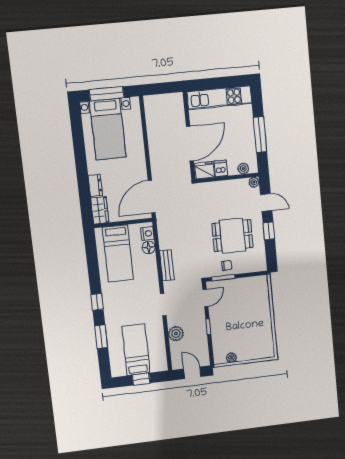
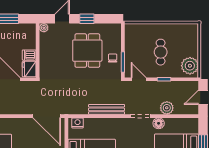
plant: (243, 168) -> (31, 36), removed
floor lamp: (149, 247) -> (159, 123), moved
bench: (167, 265) -> (107, 109), width x1.36
cafe table: (239, 319) -> (161, 52), added
plant: (231, 357) -> (190, 66), width x1.87, depth x1.87

